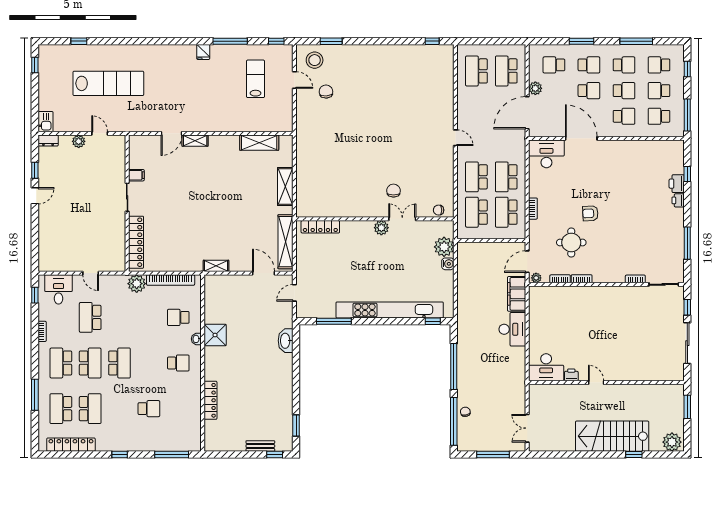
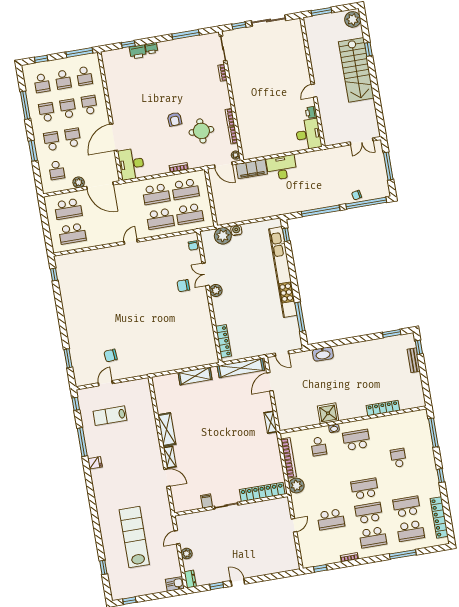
stool: (315, 60) -> (86, 369), removed
shelving: (259, 143) -> (167, 429), moved
desk: (59, 289) -> (312, 550), removed
school desk: (178, 363) -> (356, 440), width x1.85

